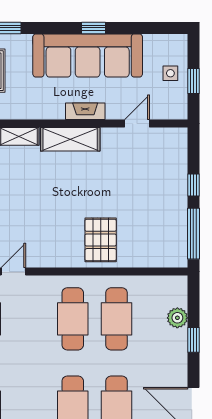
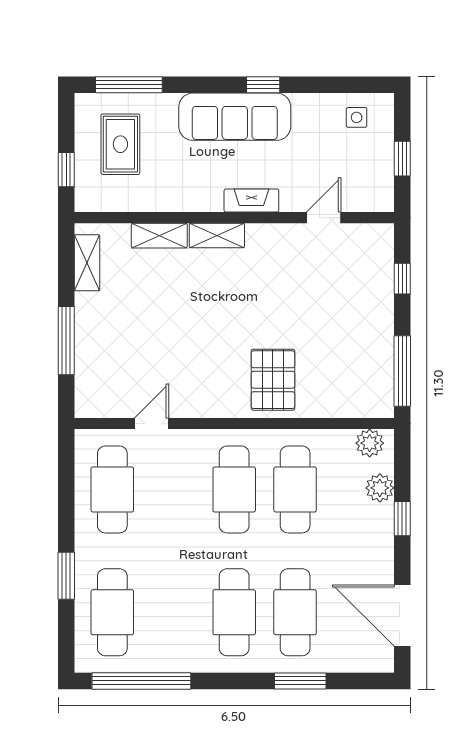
sofa: (88, 56) -> (235, 117), width x0.74, depth x0.79
side table: (170, 73) -> (357, 117), moved
shelving: (70, 139) -> (217, 235), width x0.67, depth x0.75
window: (193, 185) -> (402, 279), moved
plant: (170, 286) -> (370, 443), added

